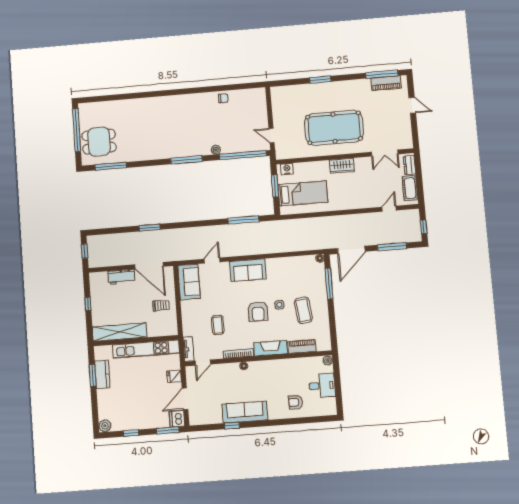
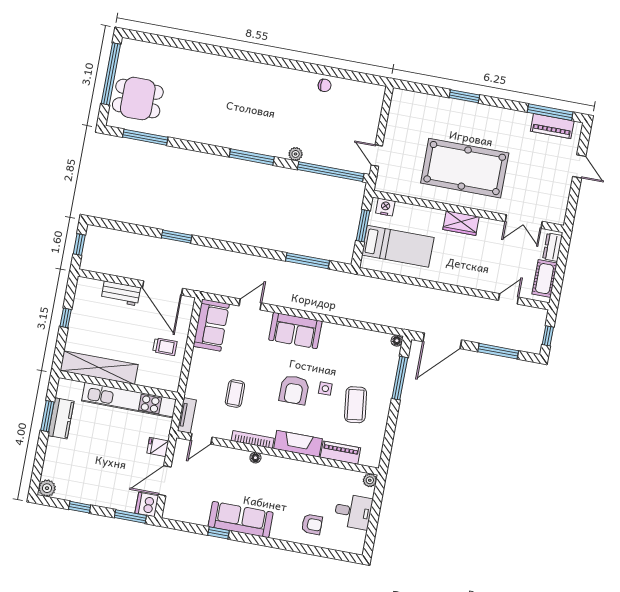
armchair: (296, 402) -> (312, 524), turned 180

